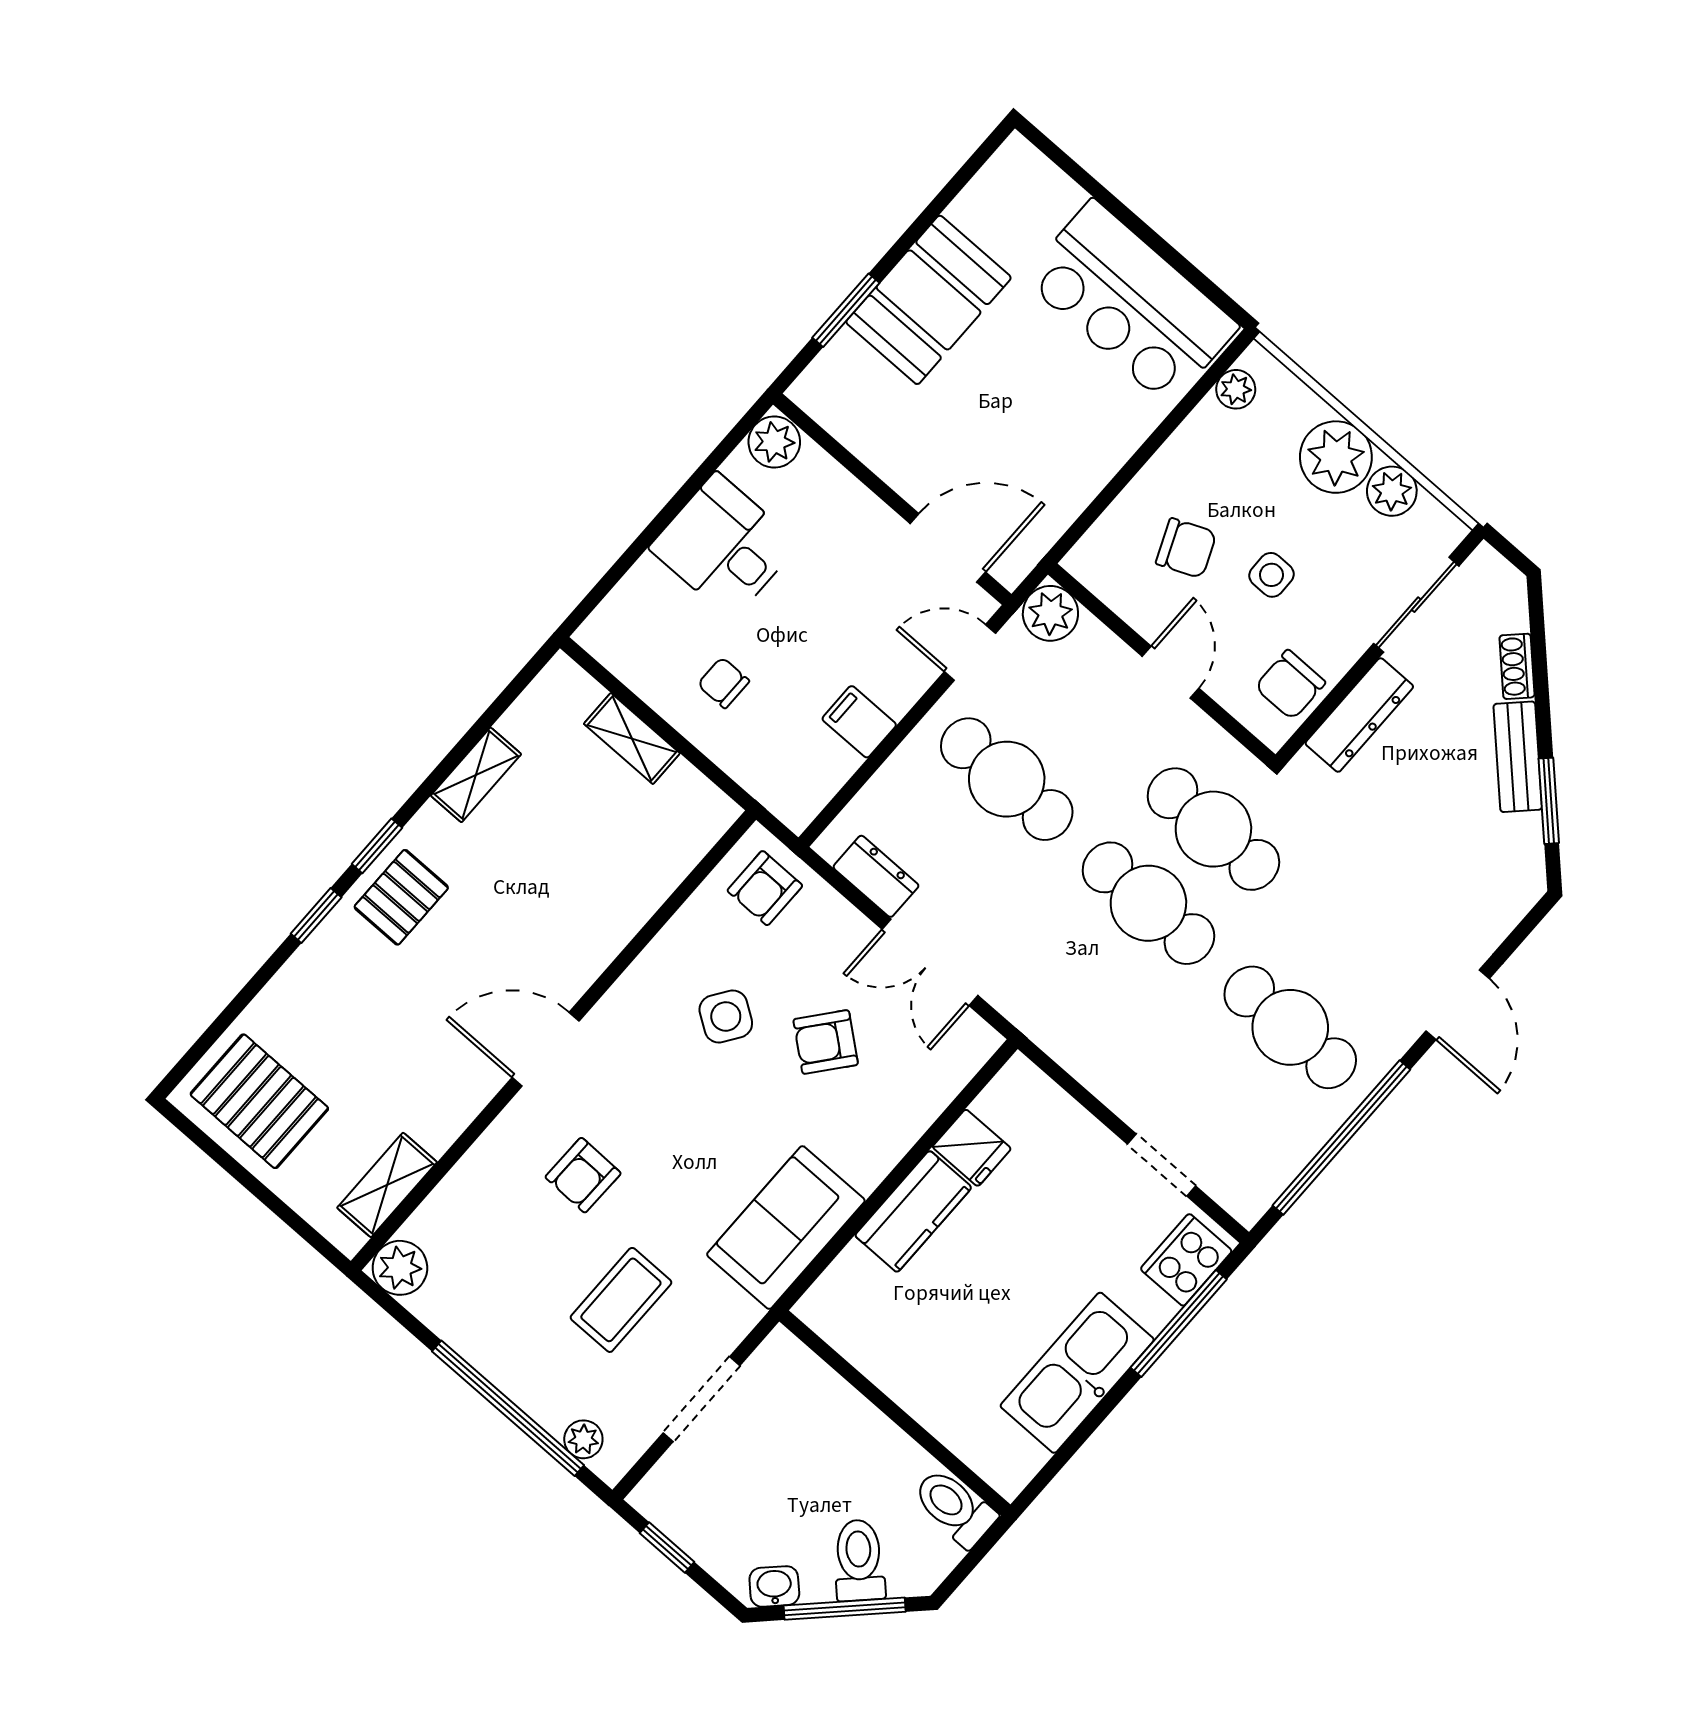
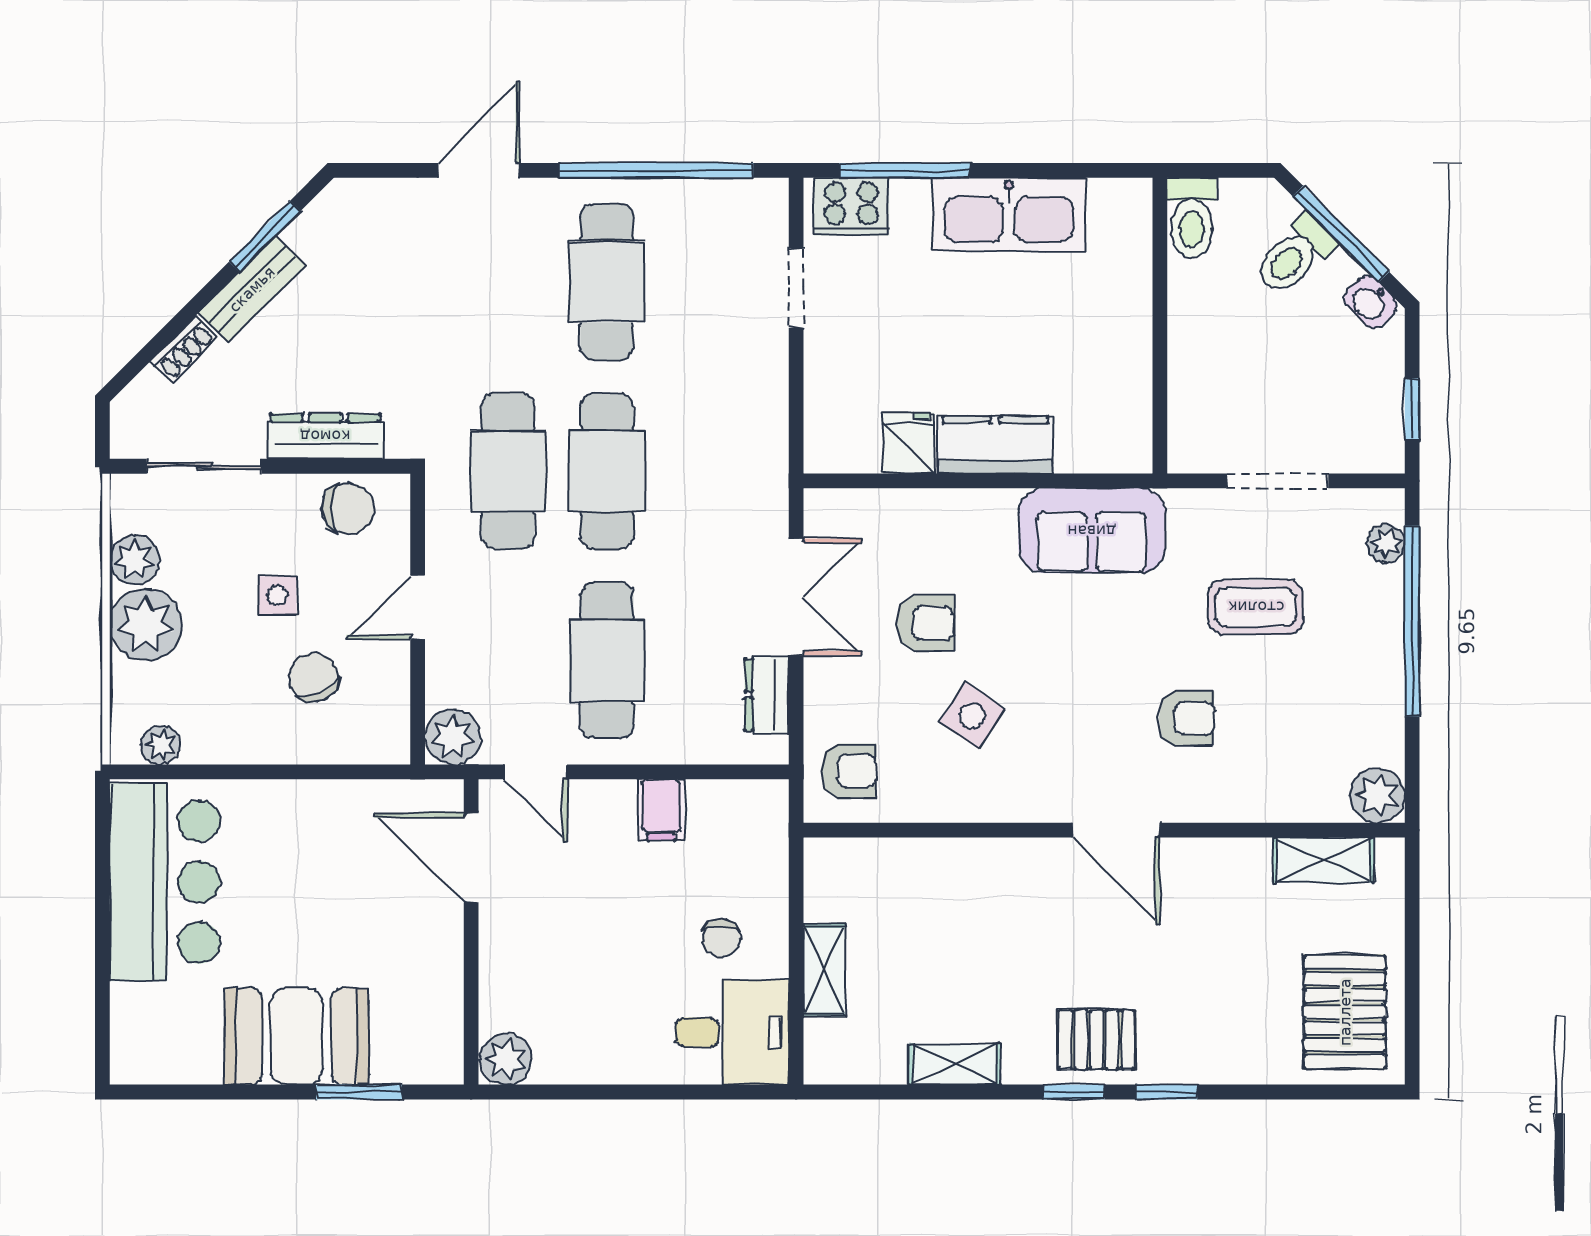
desk: (724, 546) -> (732, 1032), moved, turned -90
armchair: (826, 1042) -> (925, 623), turned -39

